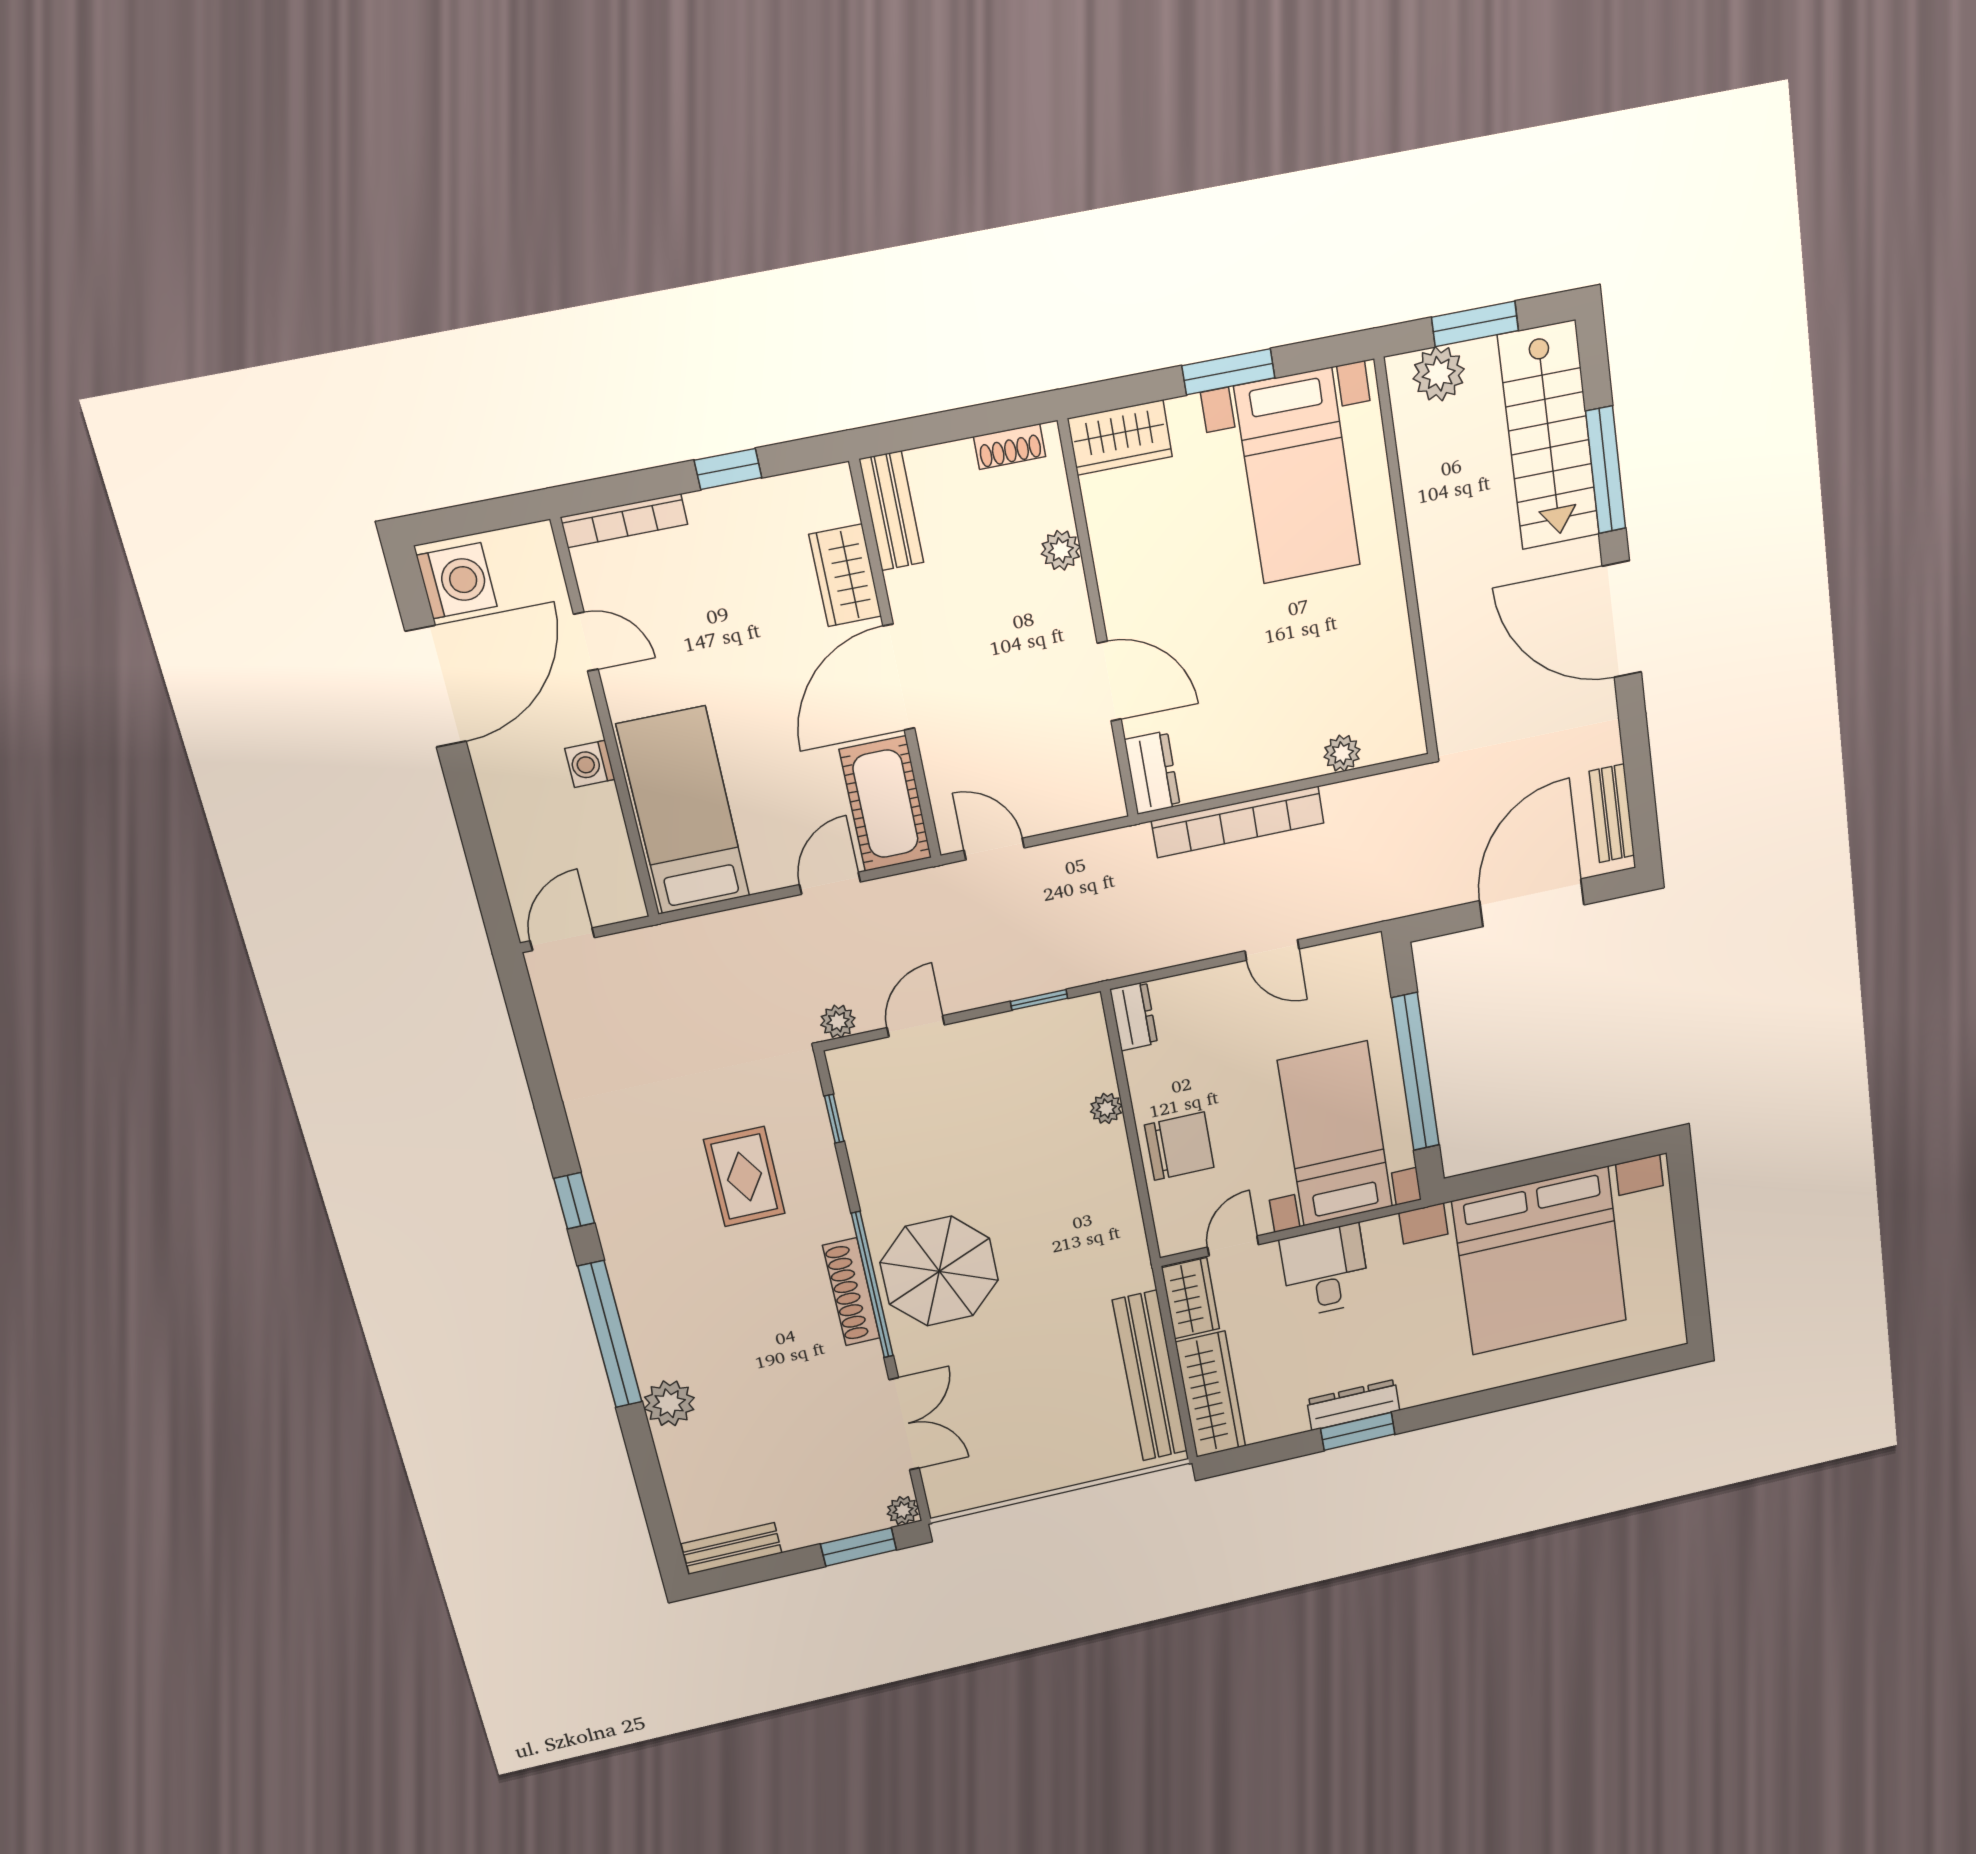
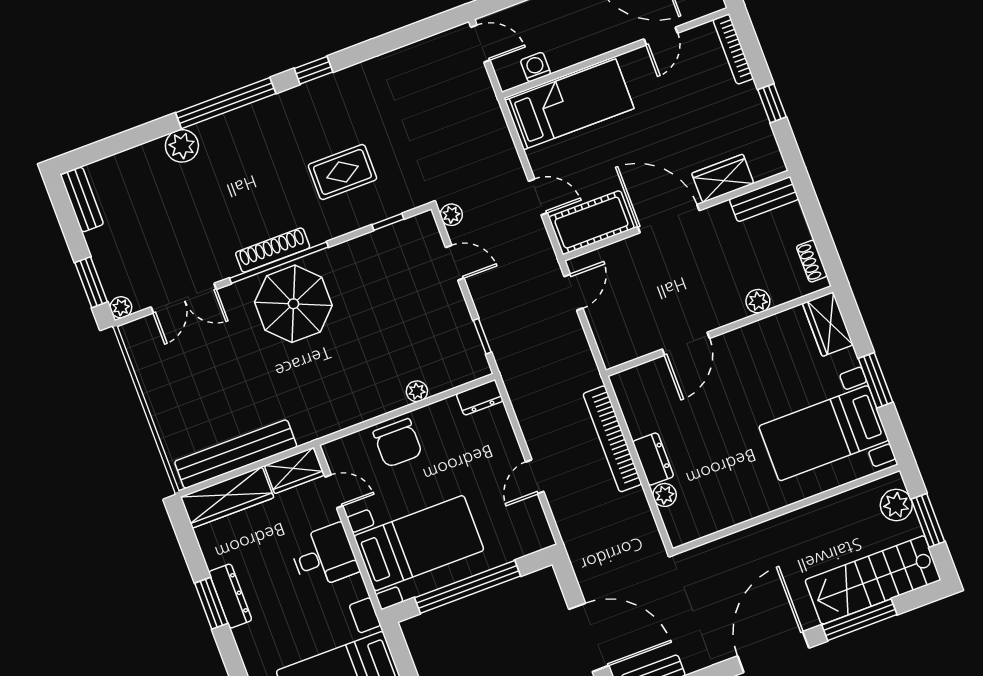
washing machine: (590, 764) -> (536, 67), moved
dresser: (1152, 773) -> (653, 459), moved, turned -90

